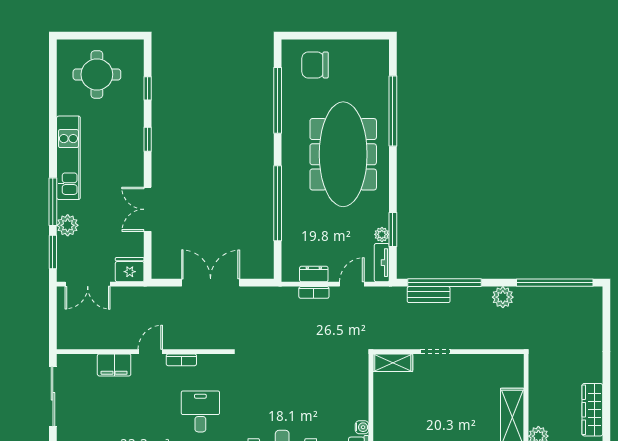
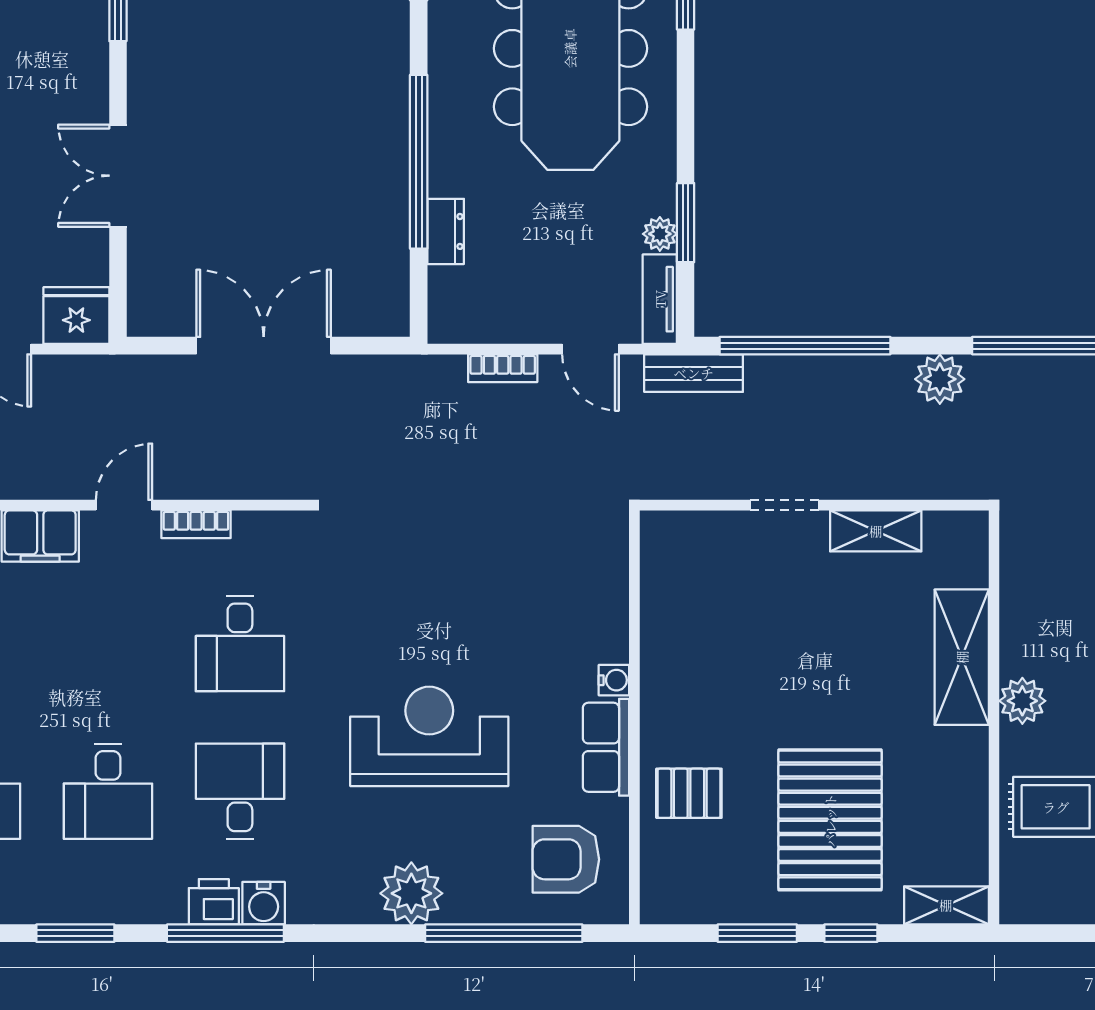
dresser: (314, 274) -> (446, 231), moved, turned 90
door: (352, 284) -> (591, 349), swing flipped
bench: (429, 295) -> (694, 373), moved
shelving: (393, 363) -> (876, 531), moved
desk: (200, 411) -> (240, 644), turned 180

